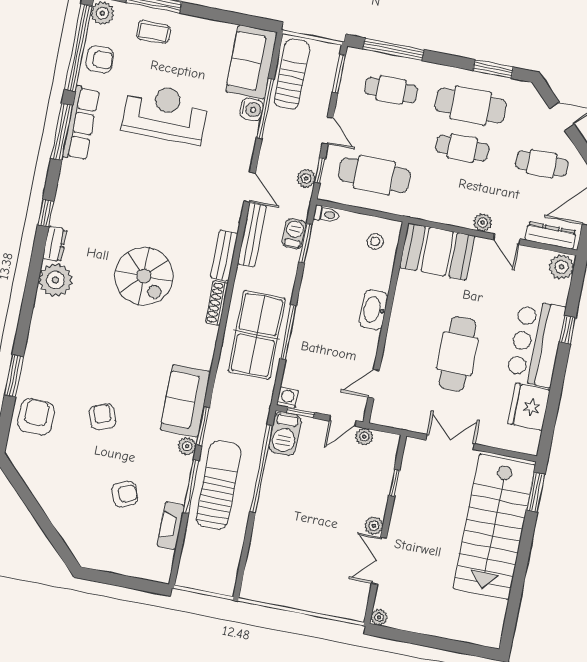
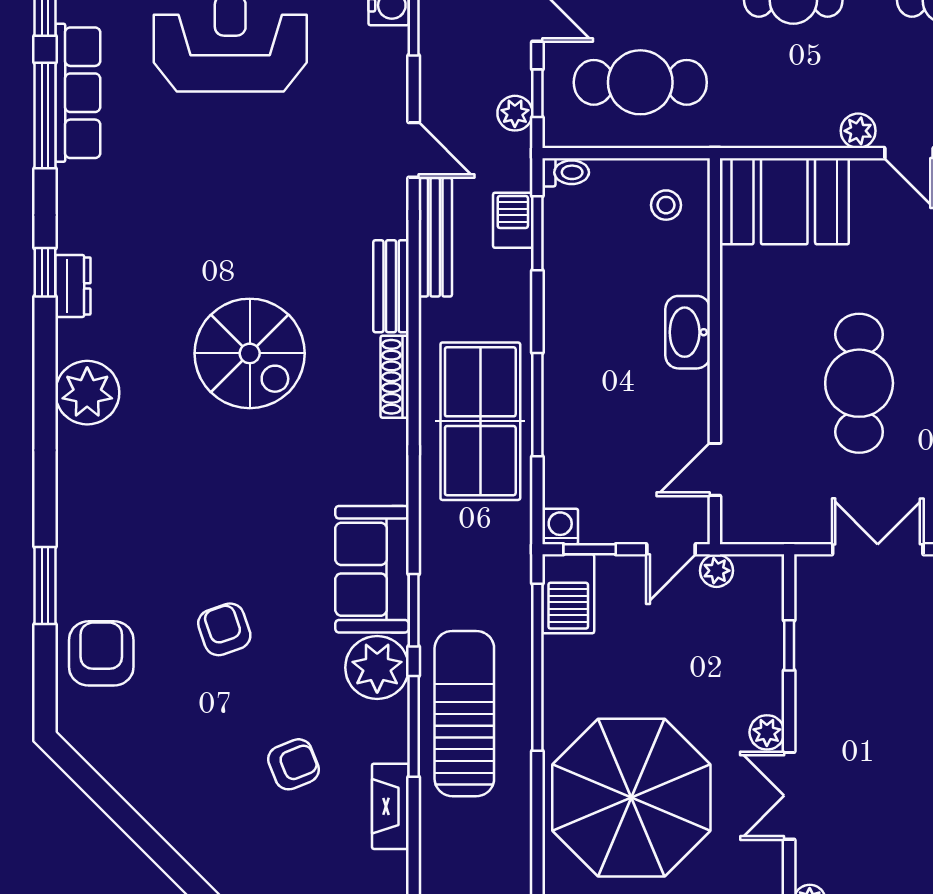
dresser: (55, 244) -> (73, 286), moved
plant: (187, 446) -> (377, 668), width x1.87, depth x1.87
parasol: (297, 546) -> (631, 798), added

